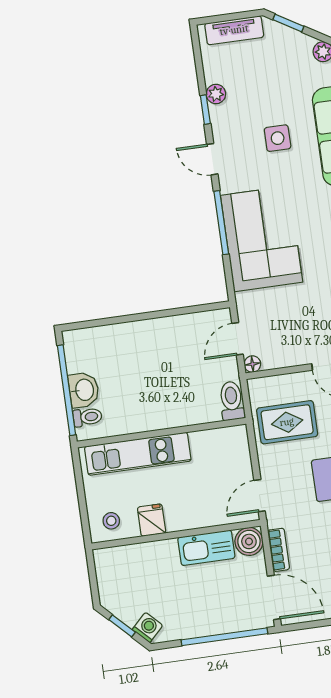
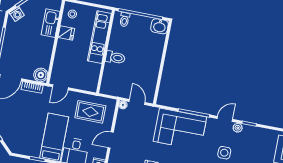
plant: (216, 94) -> (238, 128), moved
washbasin: (84, 390) -> (160, 26), moved
toilet: (232, 401) -> (115, 58), moved
rug: (287, 422) -> (90, 112), turned 90
door: (260, 496) -> (60, 87), swing flipped
kitchen sink: (206, 548) -> (51, 23), moved

